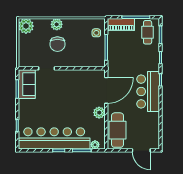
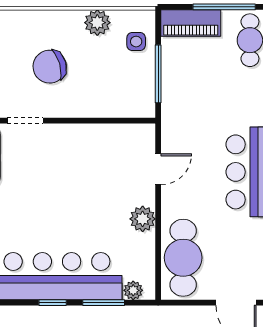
plant: (57, 24) -> (97, 23), moved
chair: (57, 44) -> (50, 67), turned 74
door: (106, 90) -> (158, 169), width x0.53

